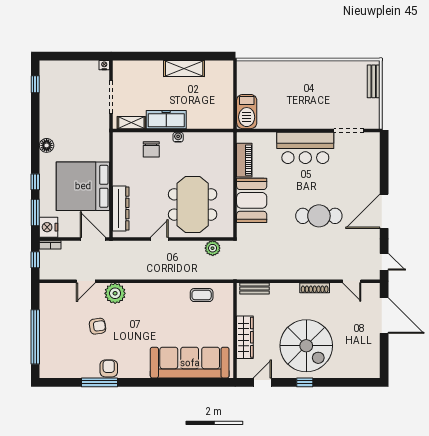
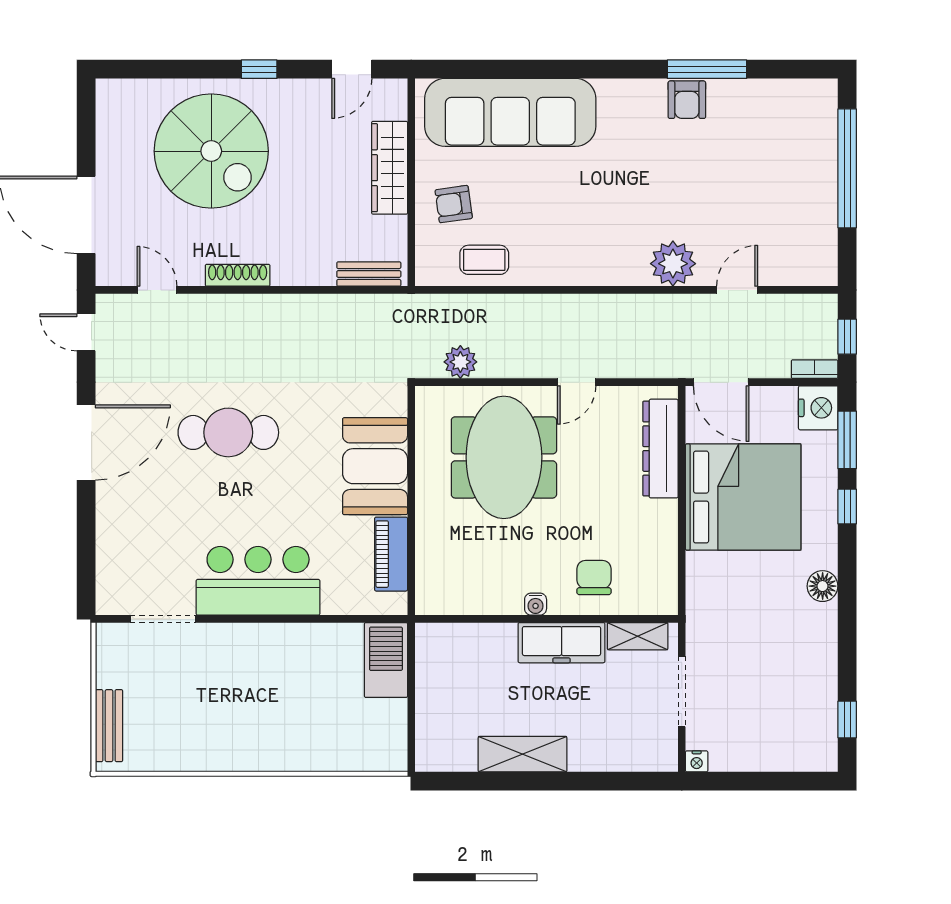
armchair: (97, 326) -> (454, 204), moved
spiral stairs: (306, 346) -> (211, 151), moved, turned 180

